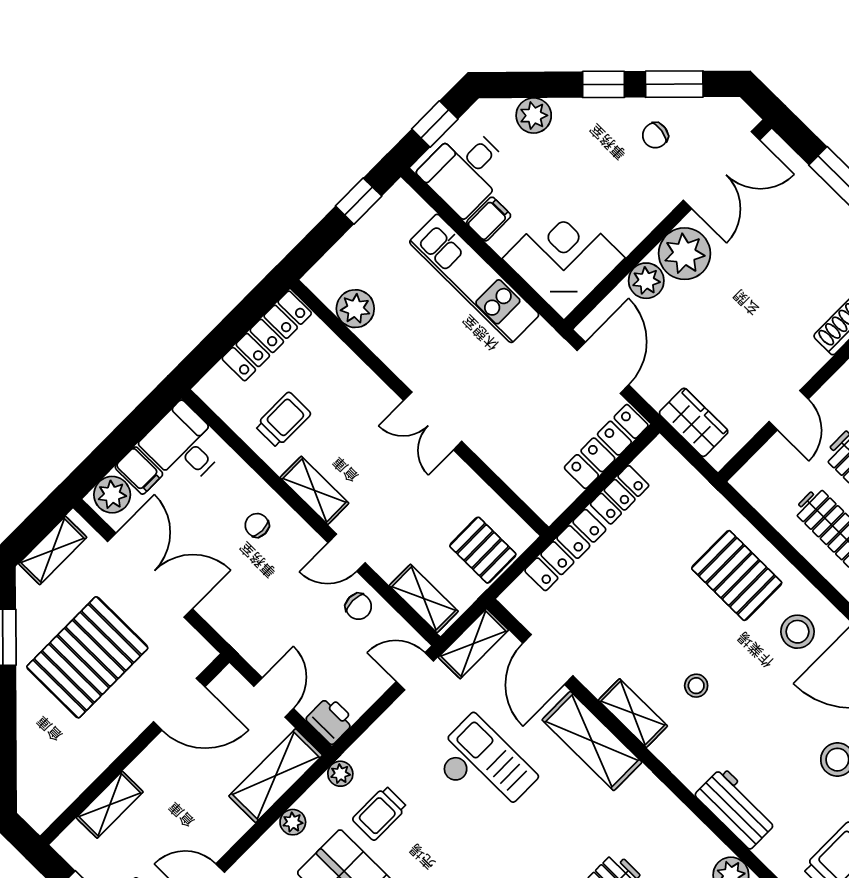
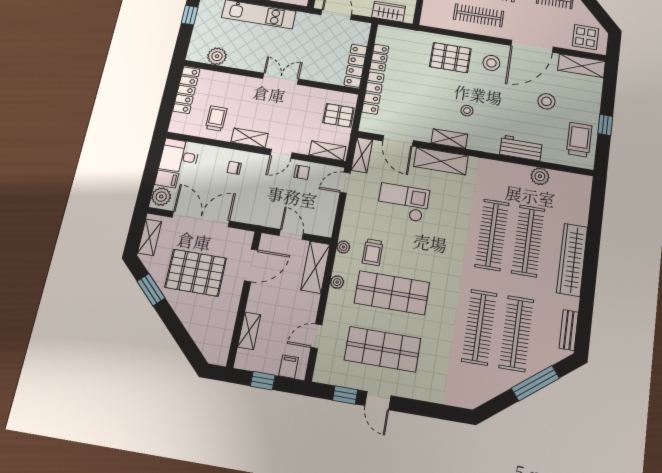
double door: (433, 421) -> (281, 79), swing flipped
locker: (606, 447) -> (356, 66), moved
pallet: (87, 657) -> (196, 273), turned 90
printer: (331, 720) -> (323, 227), removed

